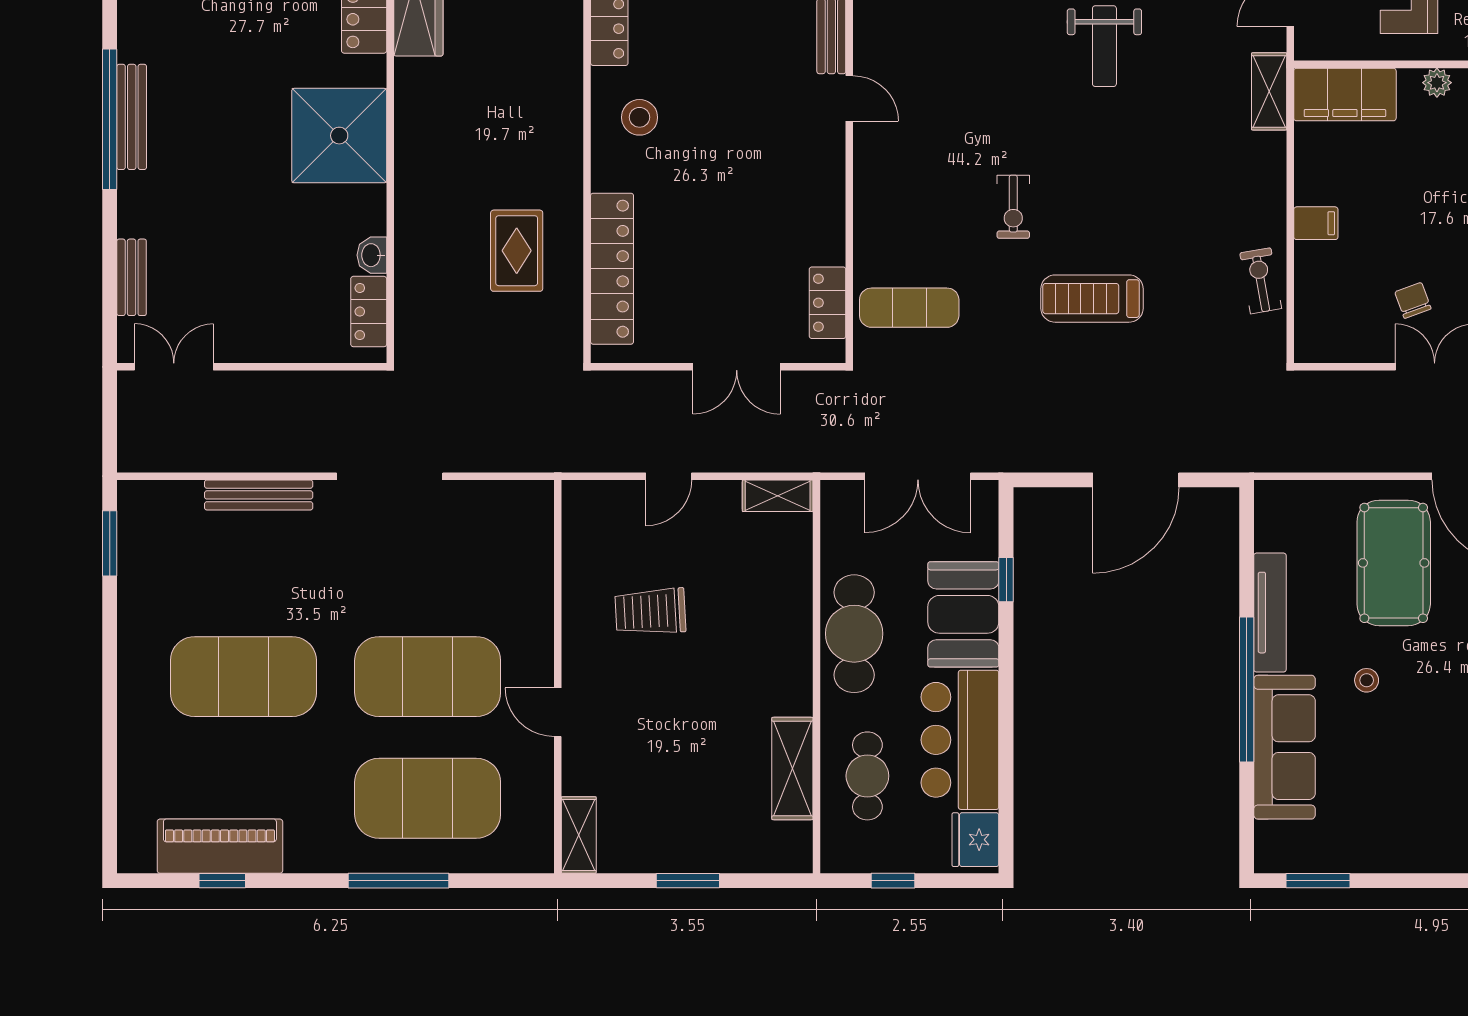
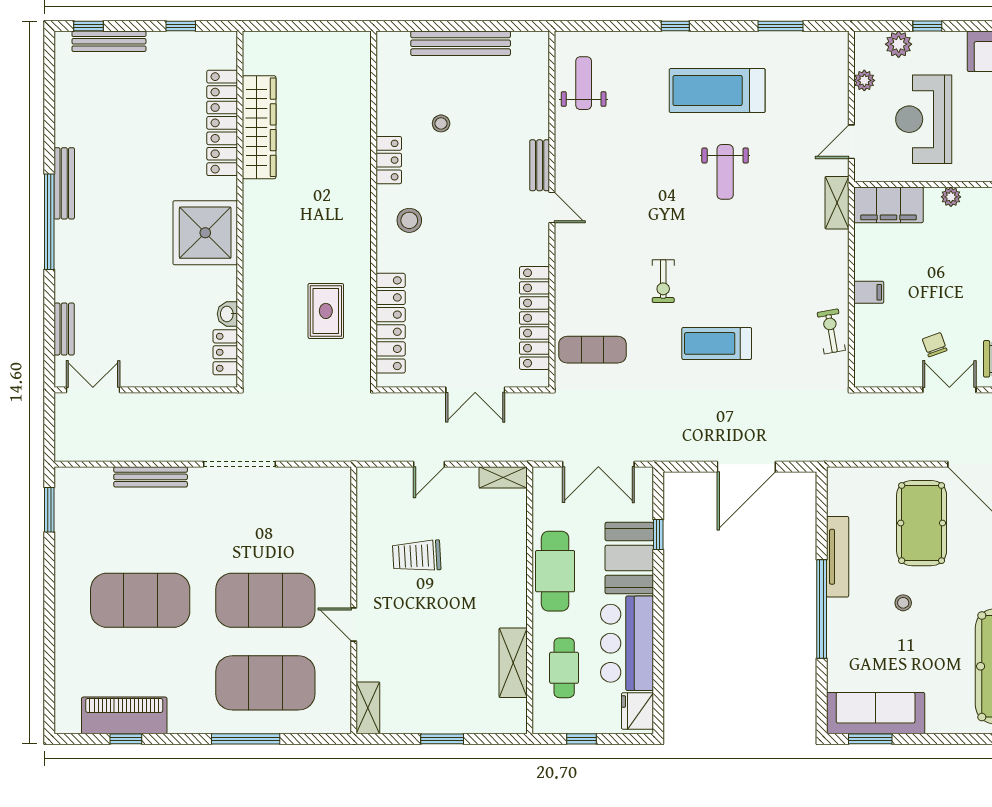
bench: (132, 117) -> (64, 183), moved
locker: (828, 303) -> (534, 318), width x2.16, depth x1.21
sofa: (1284, 747) -> (876, 713), moved, turned -90

